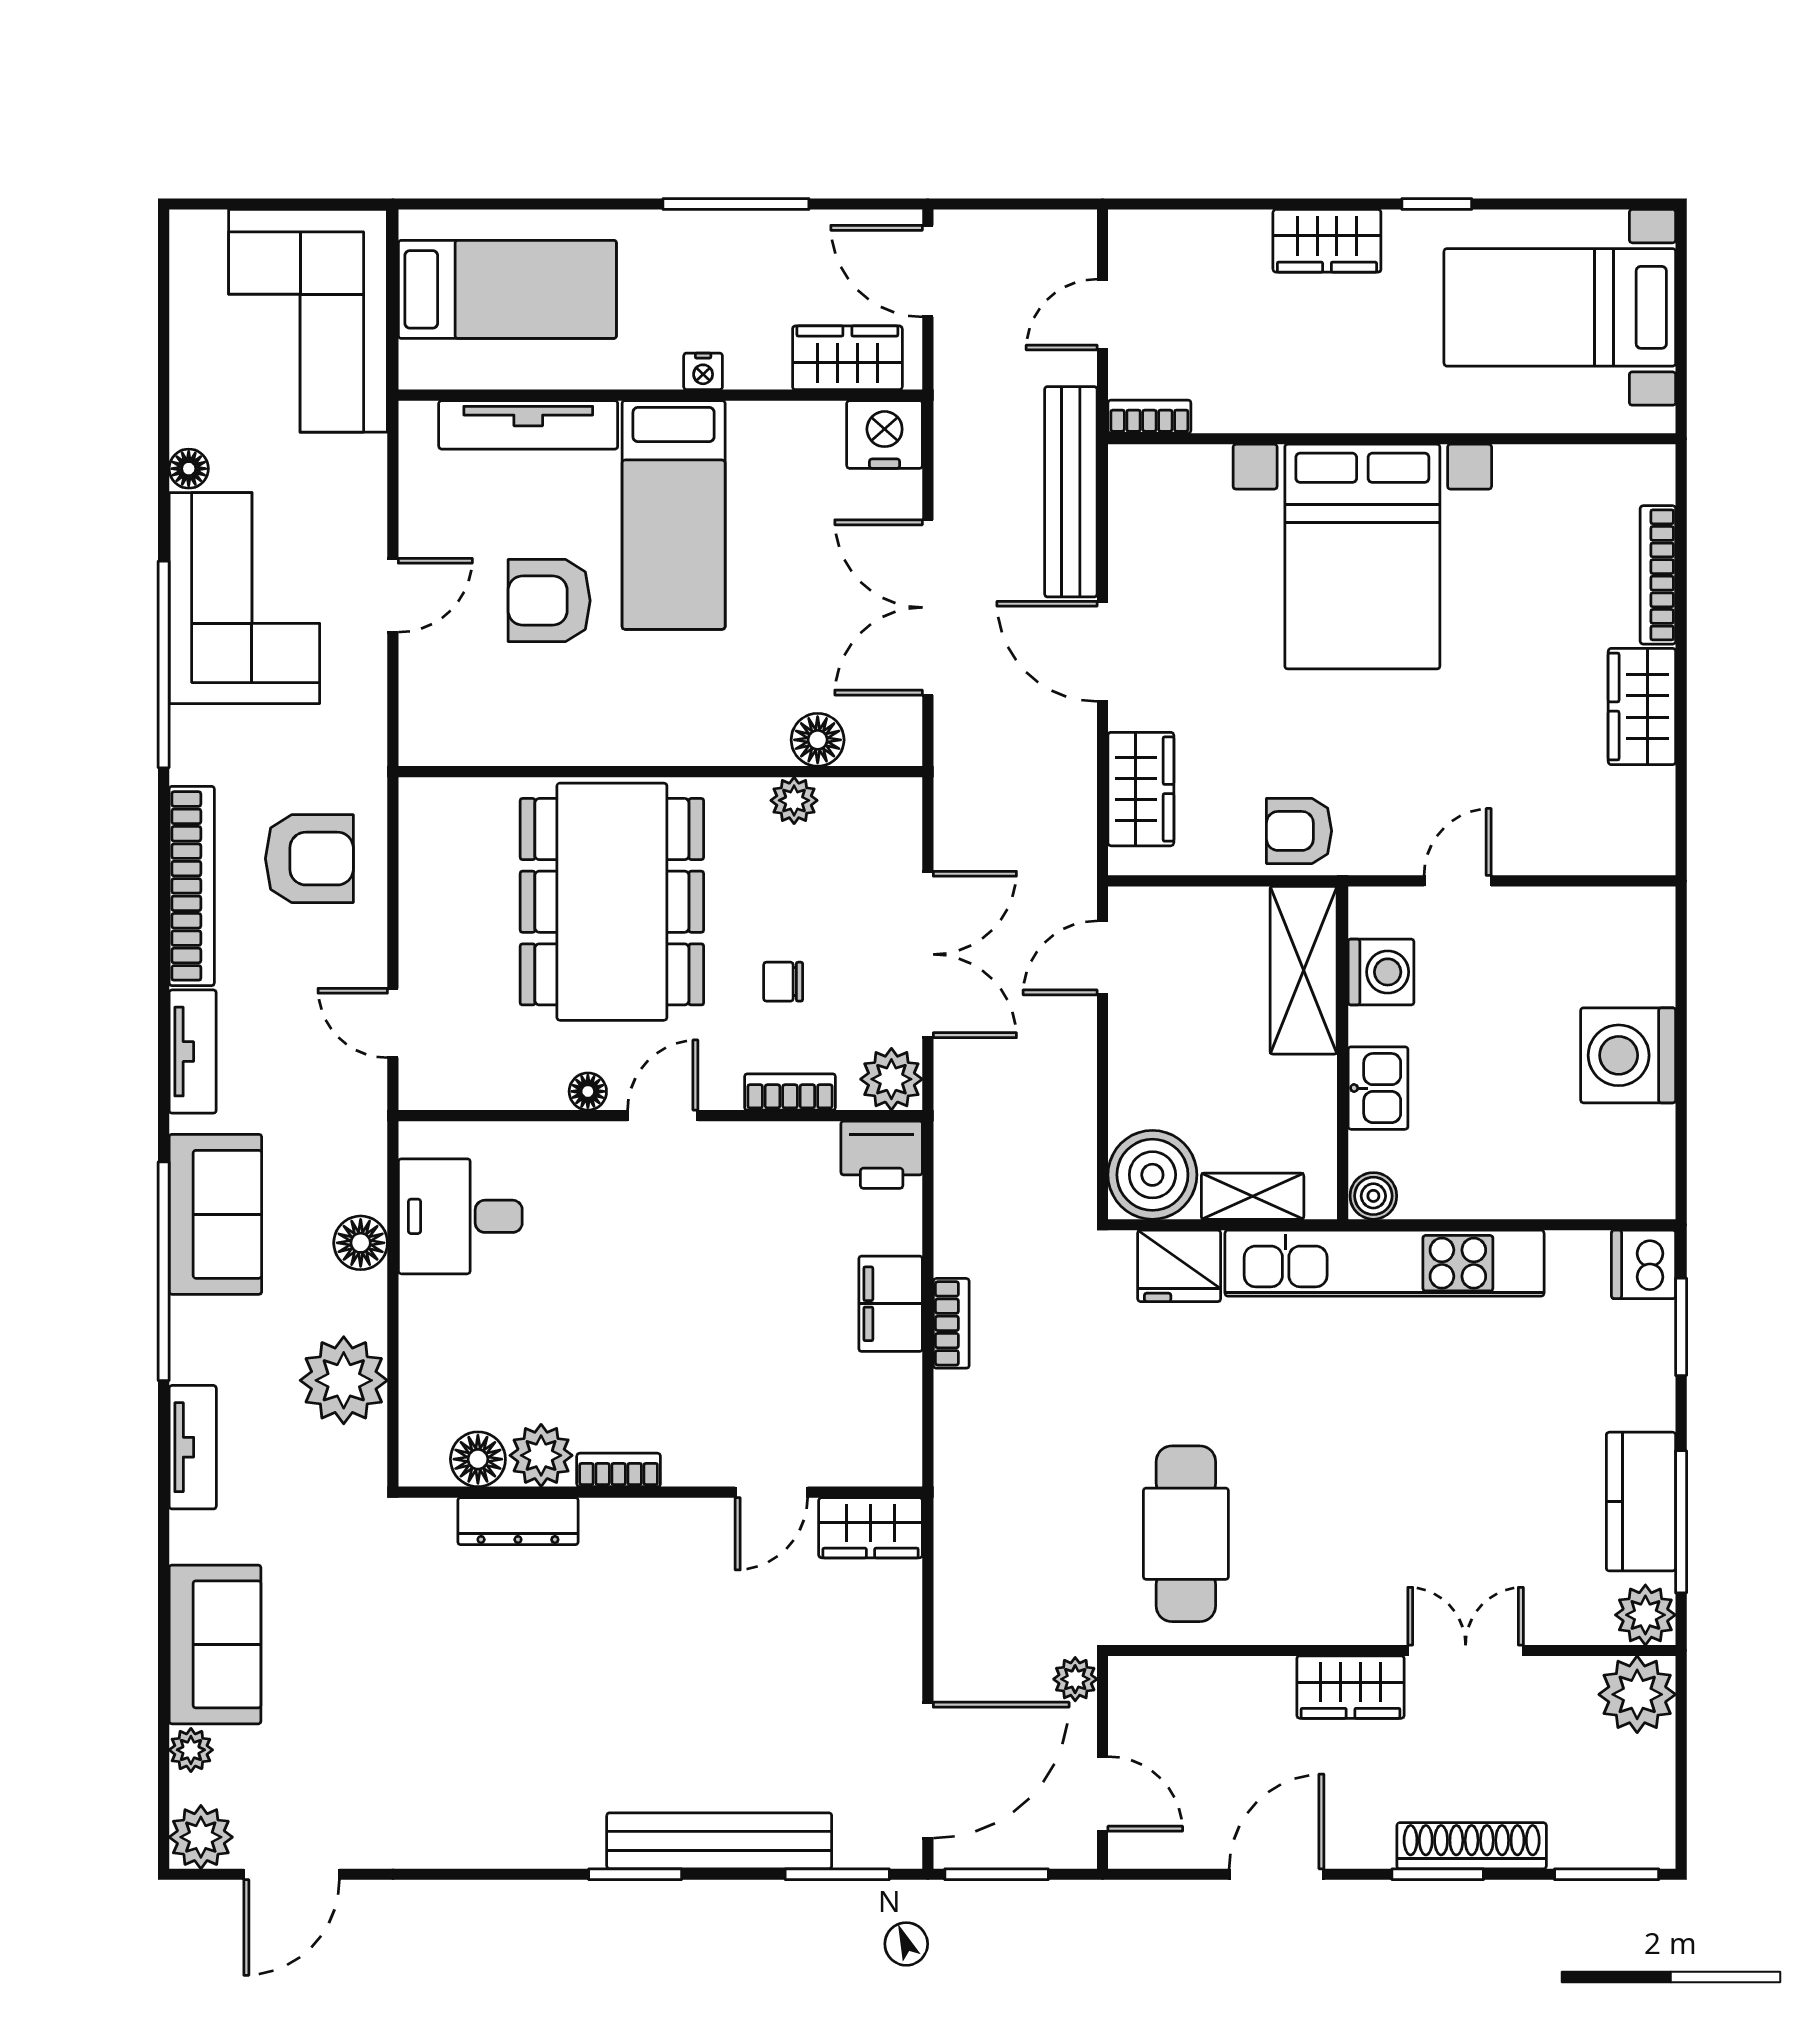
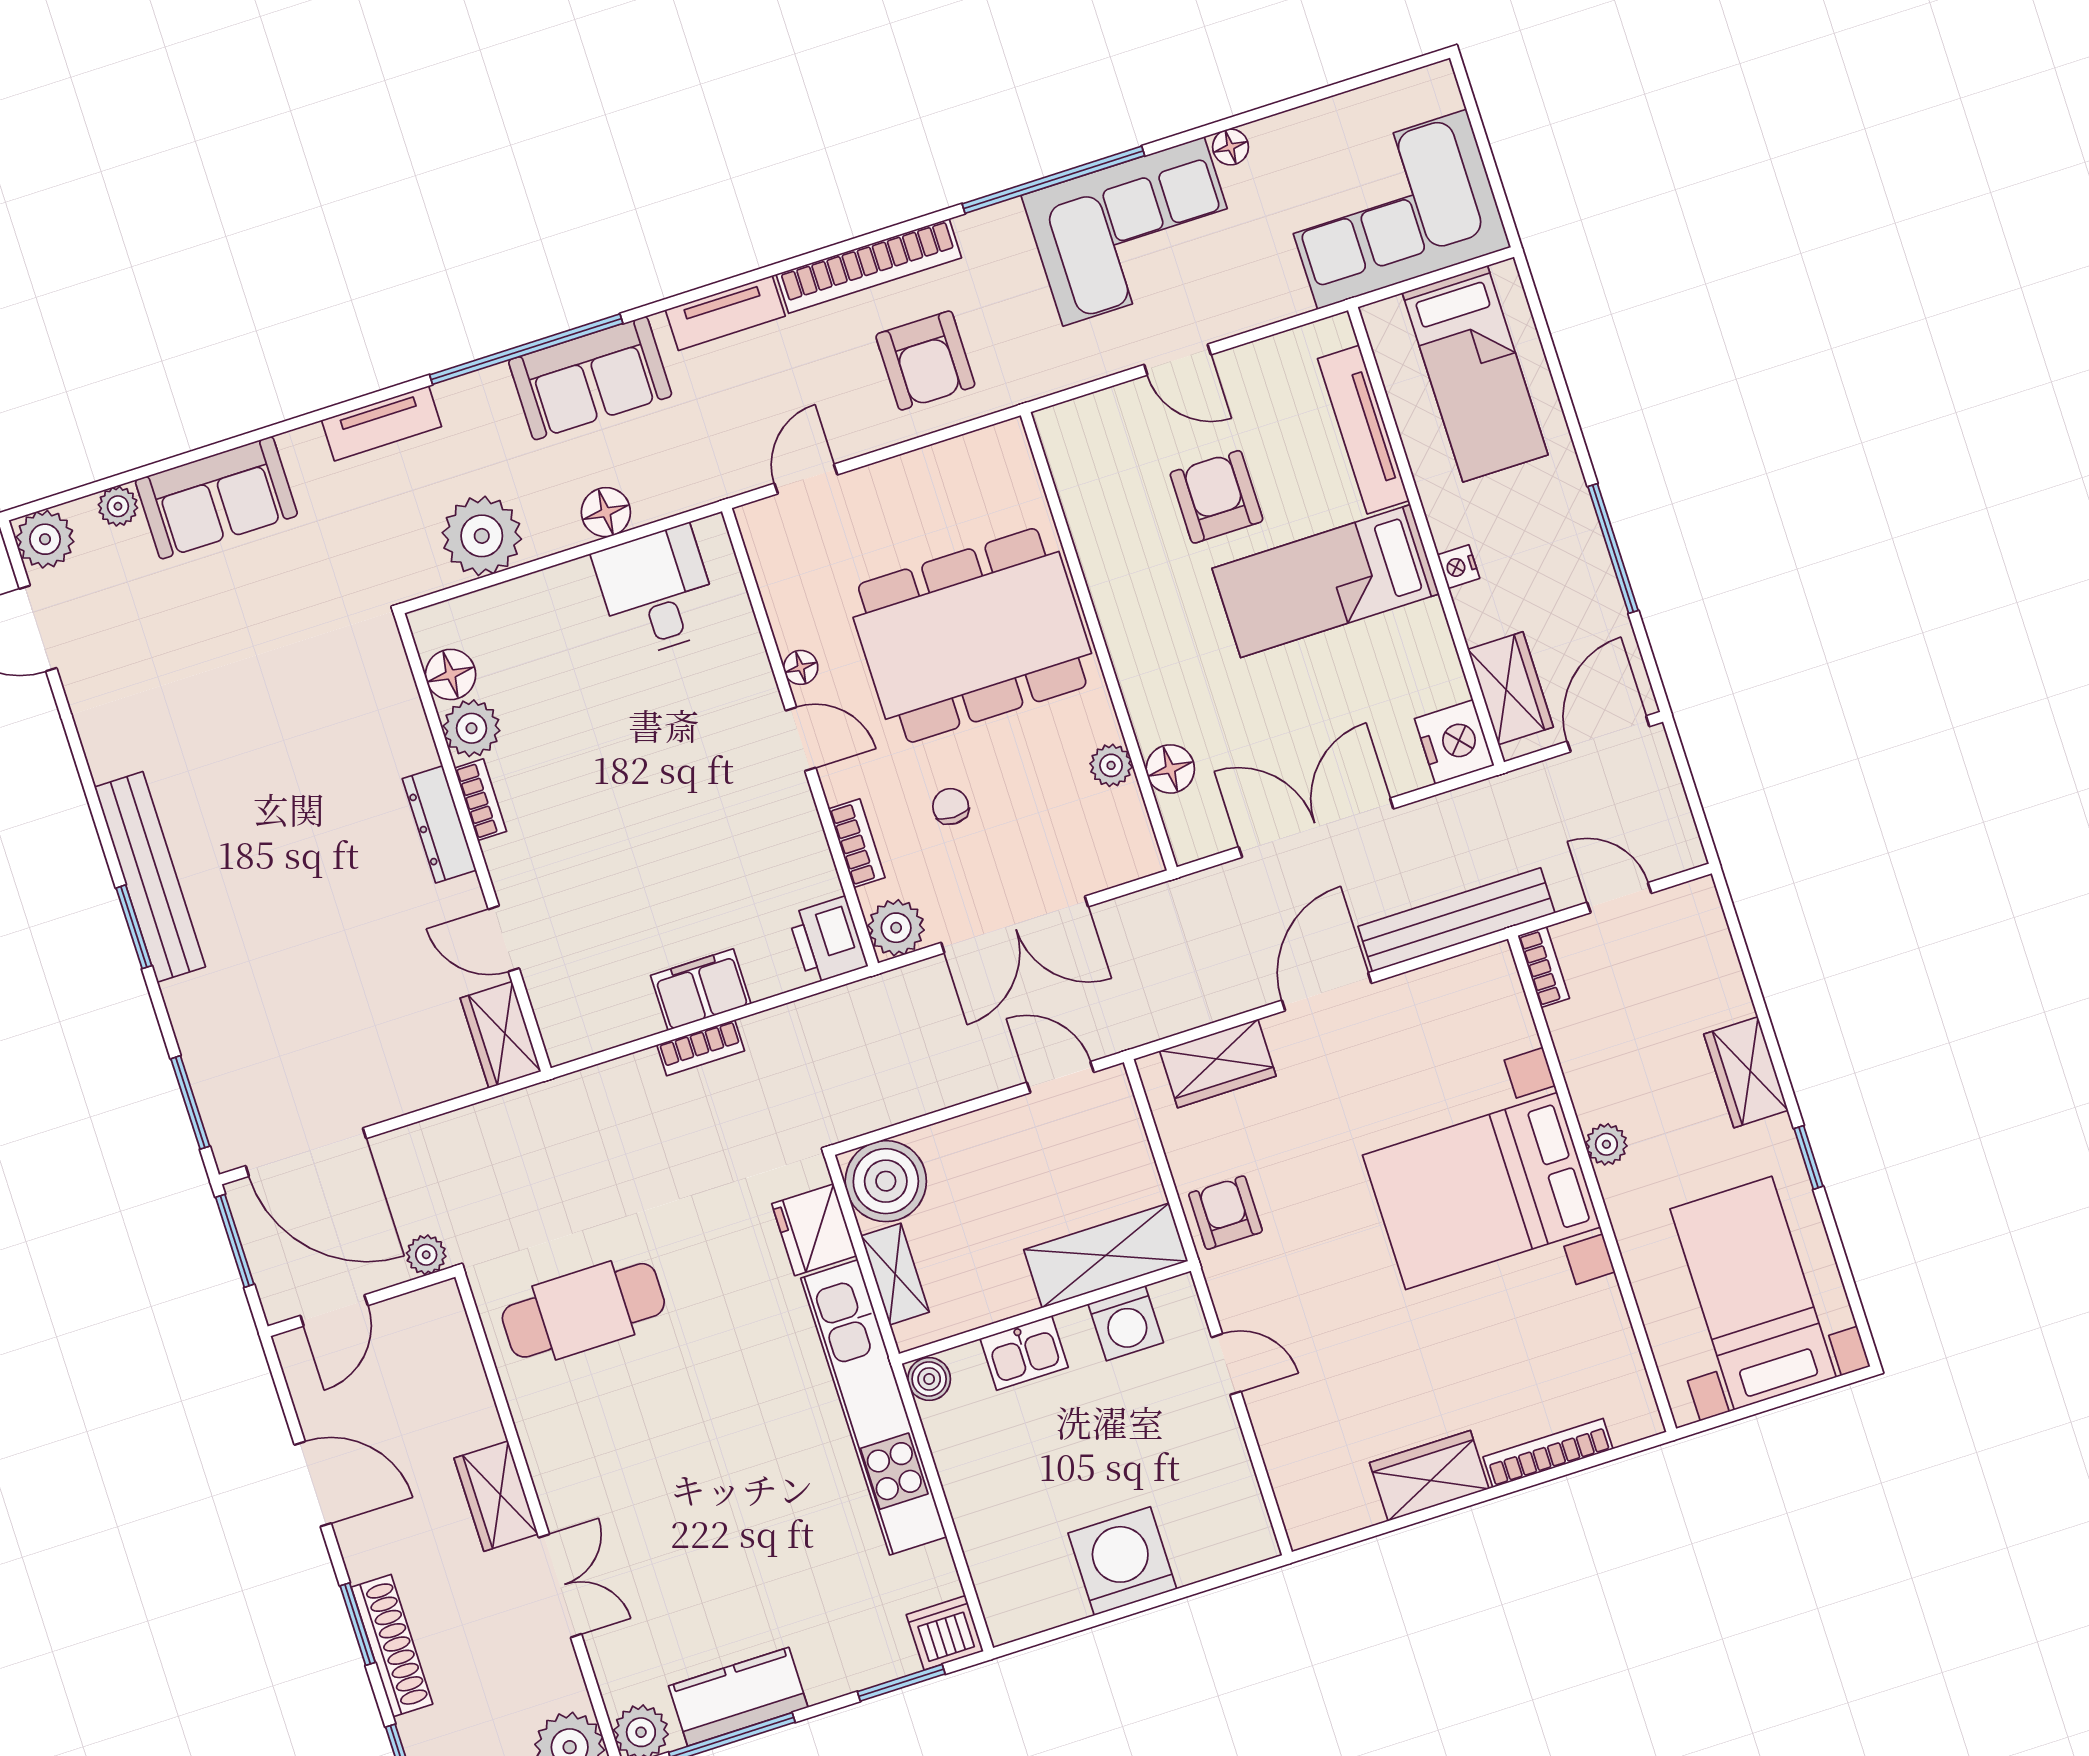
plant: (1355, 410) -> (1606, 1144), added
dresser: (518, 1521) -> (439, 824), moved
bench: (719, 1841) -> (150, 877), moved

